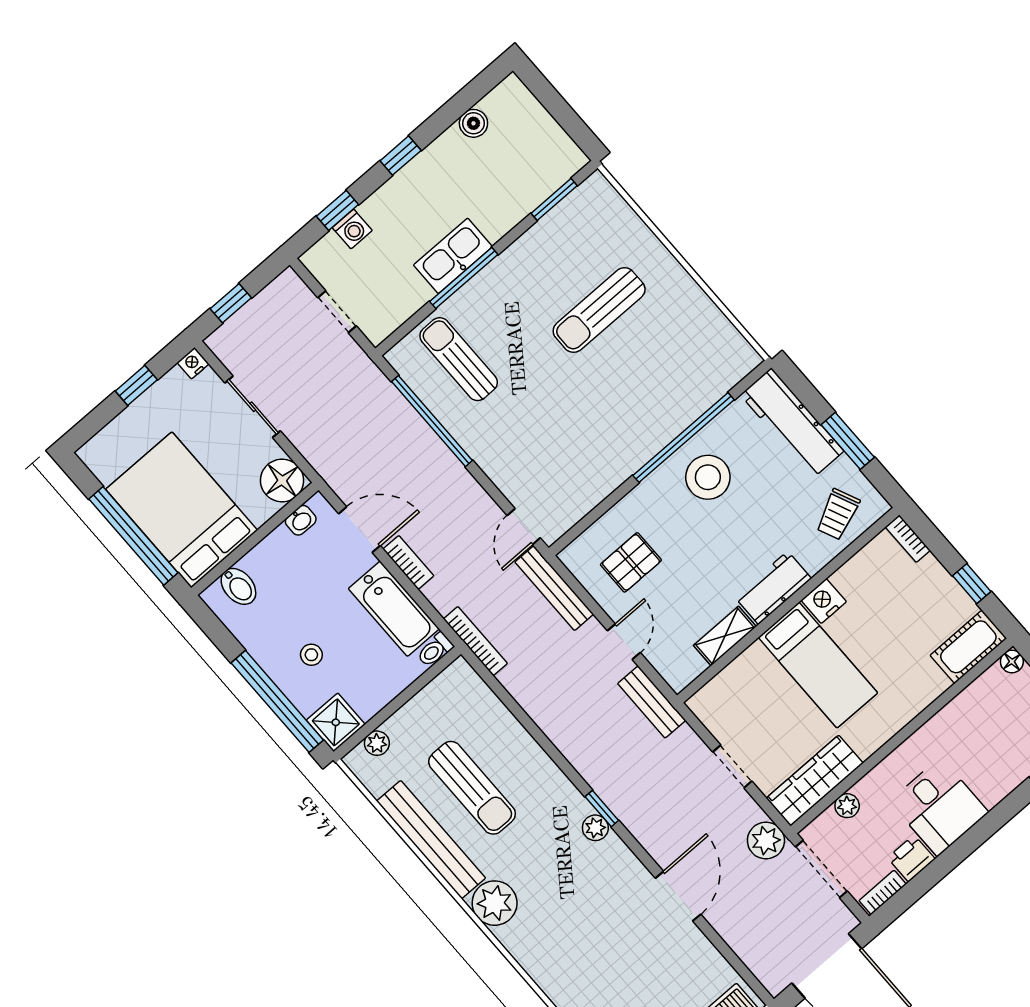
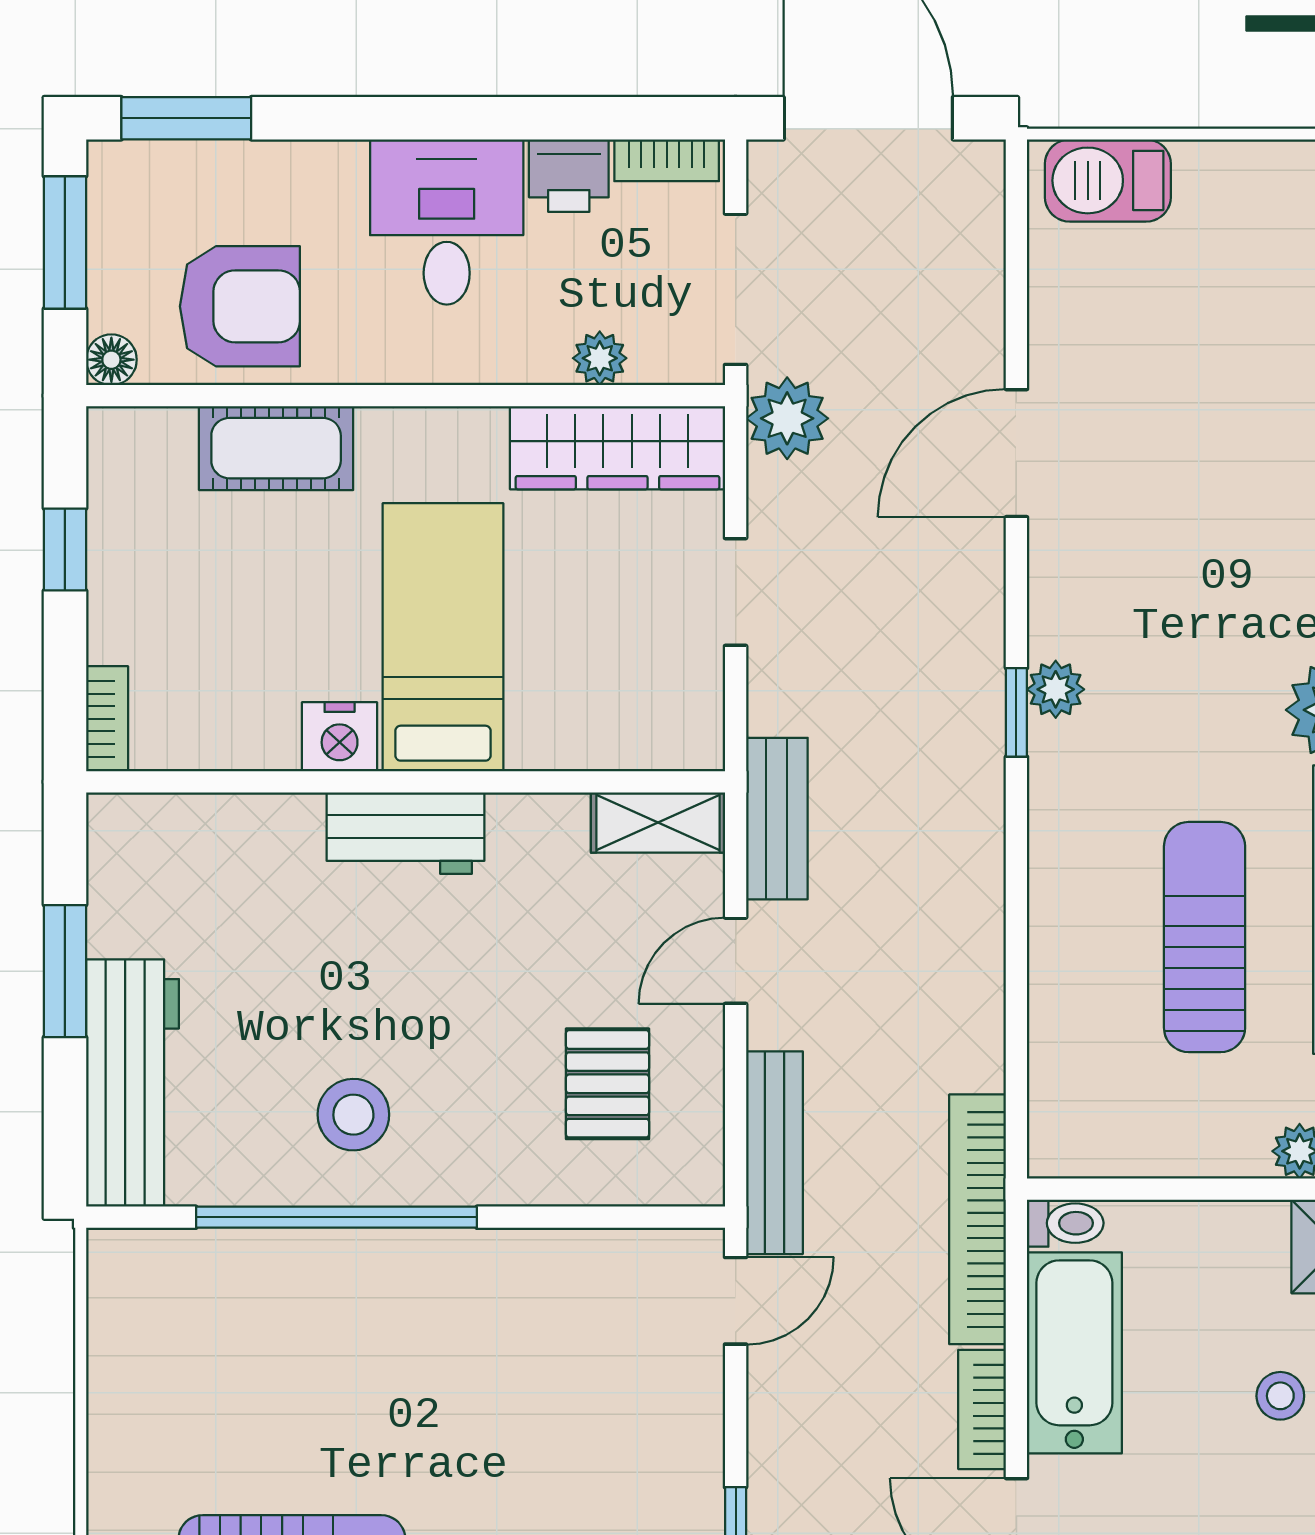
stool: (708, 477) -> (353, 1115), width x0.73, depth x0.73
trolley: (838, 514) -> (189, 862), removed
pallet: (631, 562) -> (608, 1084), turned 90
shelving: (725, 636) -> (658, 823), moved
bookcase: (475, 641) -> (978, 1219), width x1.48, depth x1.31
cot: (968, 647) -> (276, 448), moved
armchair: (984, 717) -> (240, 306), added

